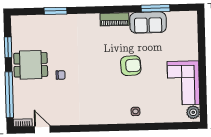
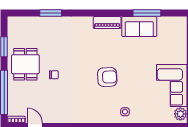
dining table: (31, 65) -> (25, 64), turned 90
armchair: (131, 66) -> (107, 77), moved

